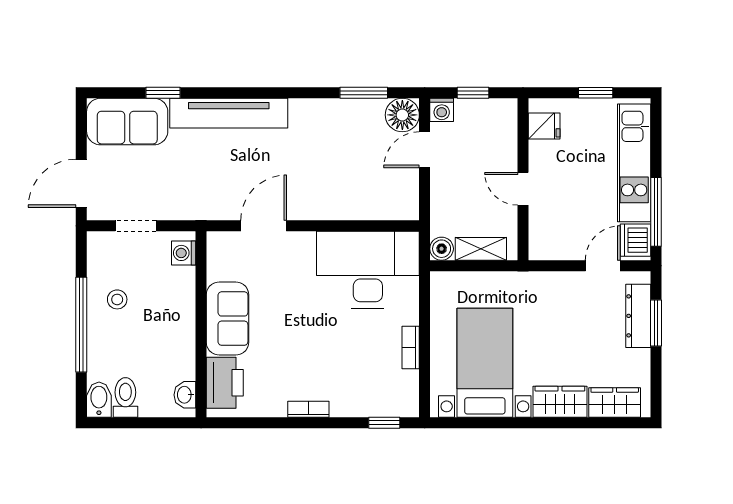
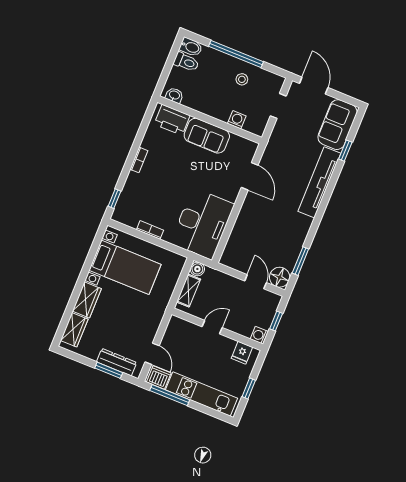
washing machine: (442, 110) -> (259, 335), moved
washing machine: (184, 253) -> (237, 120), moved

